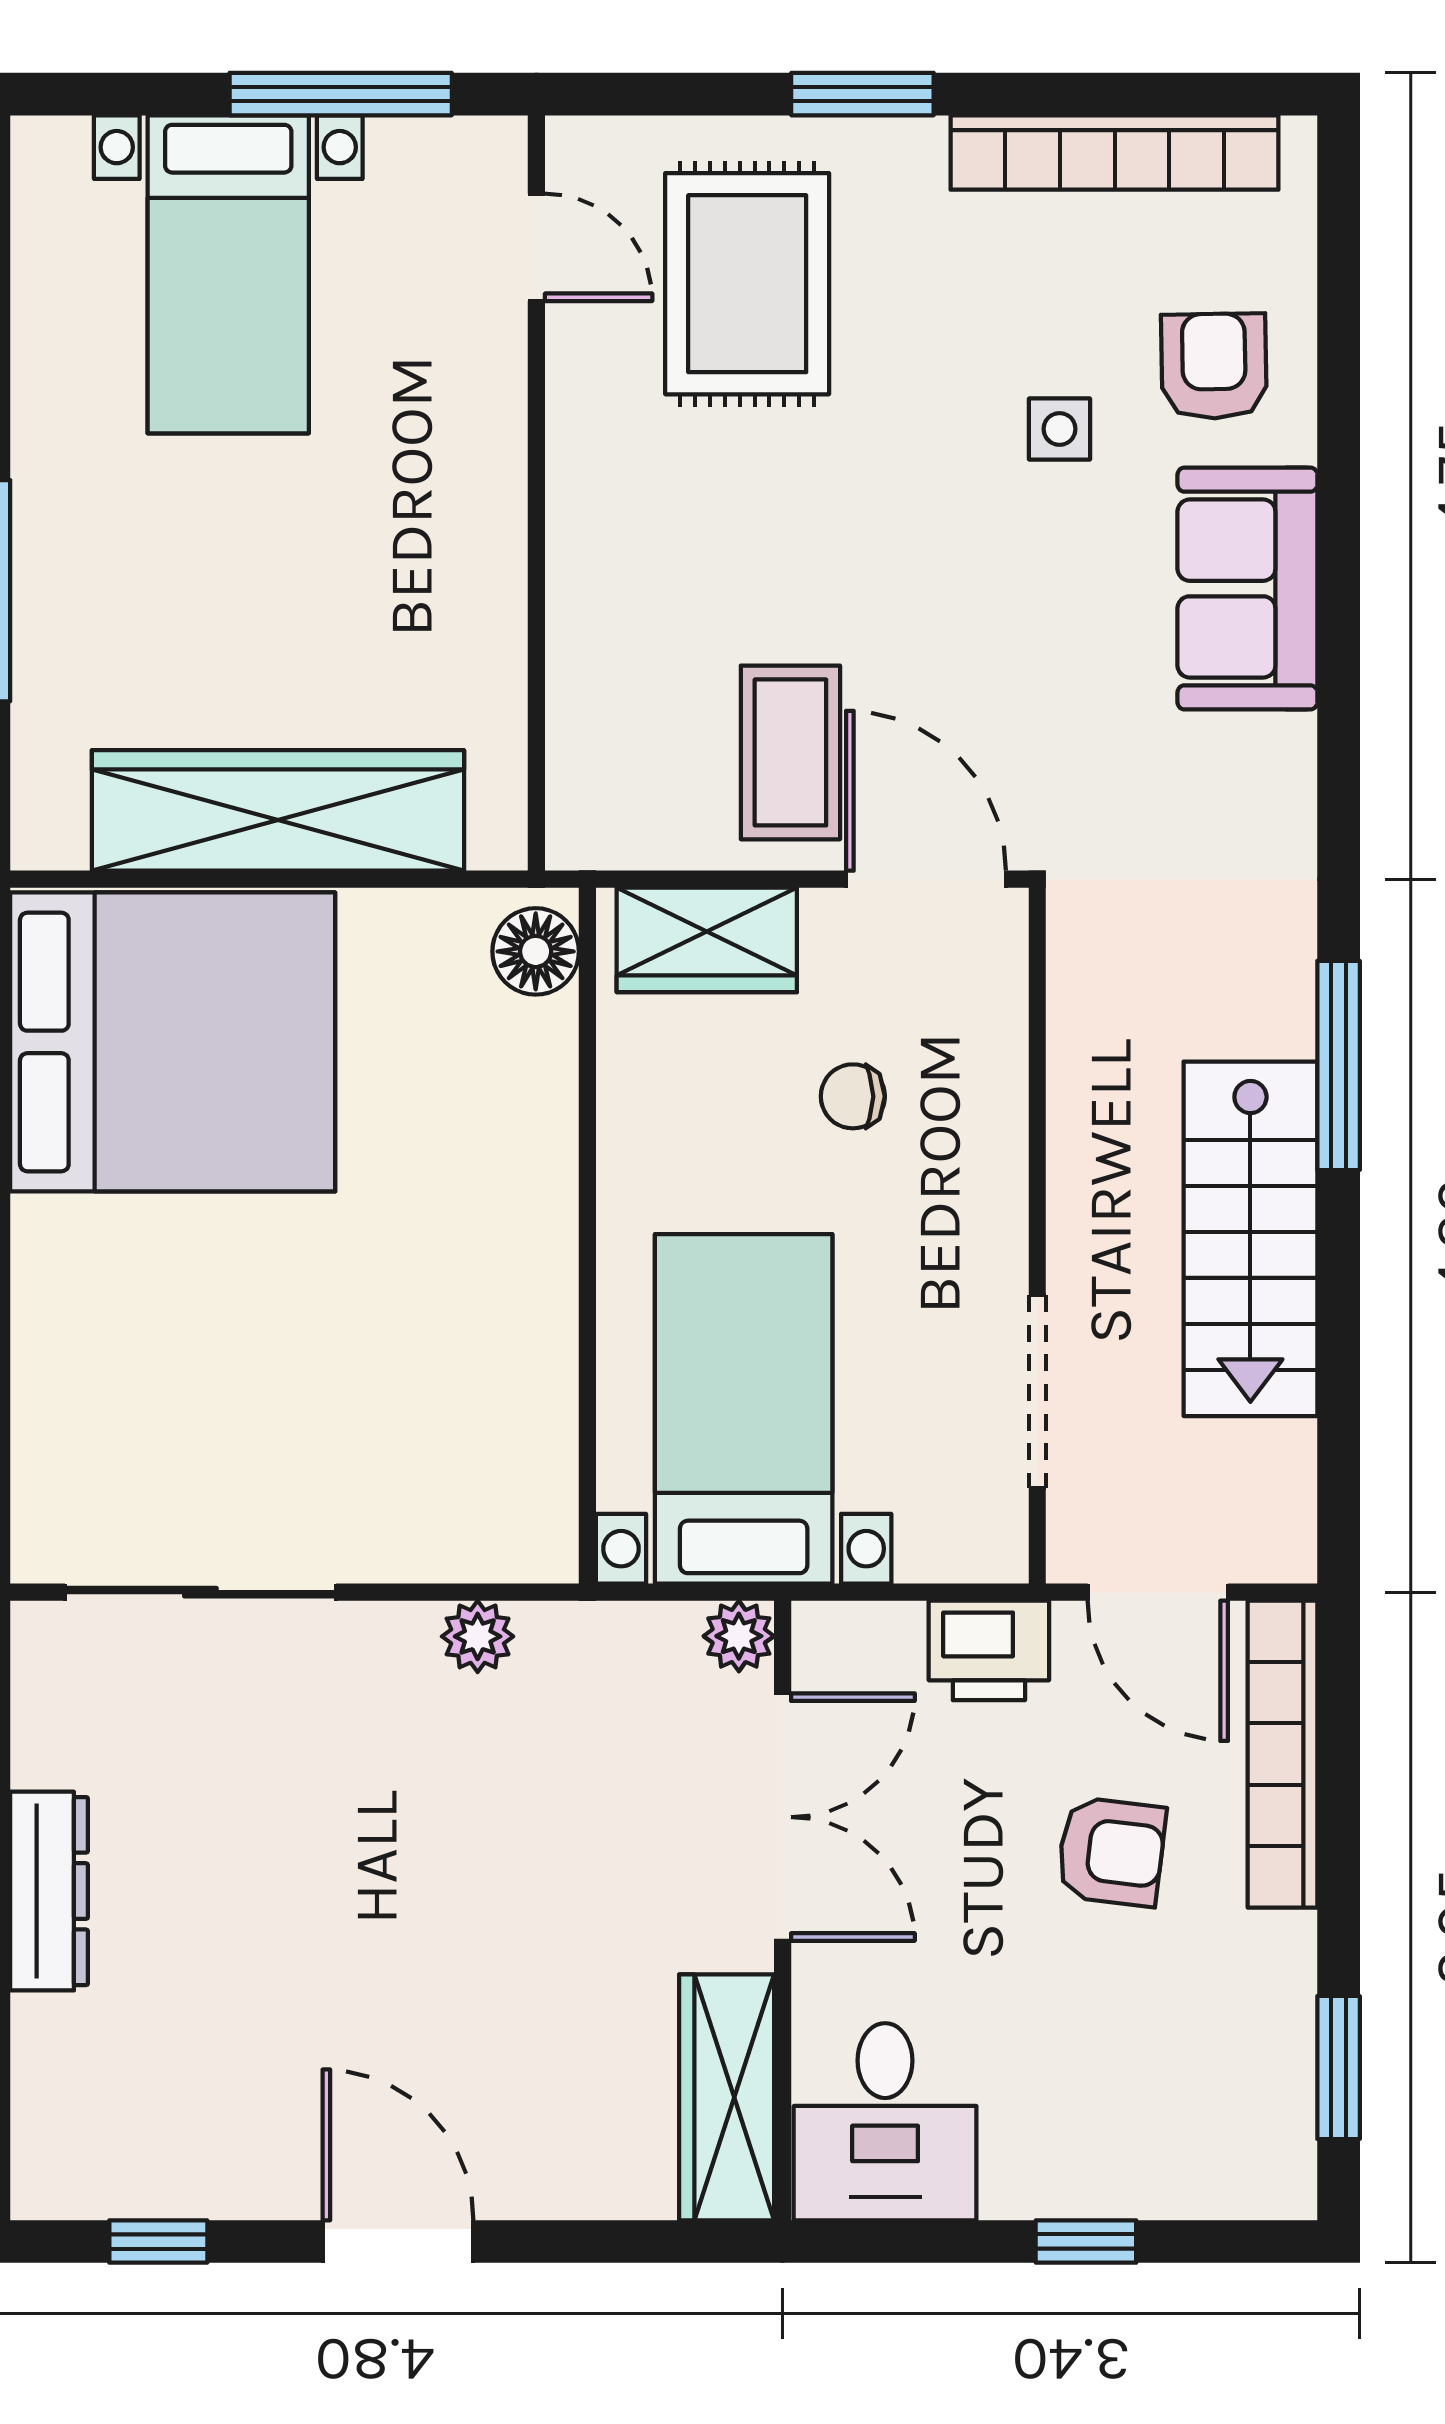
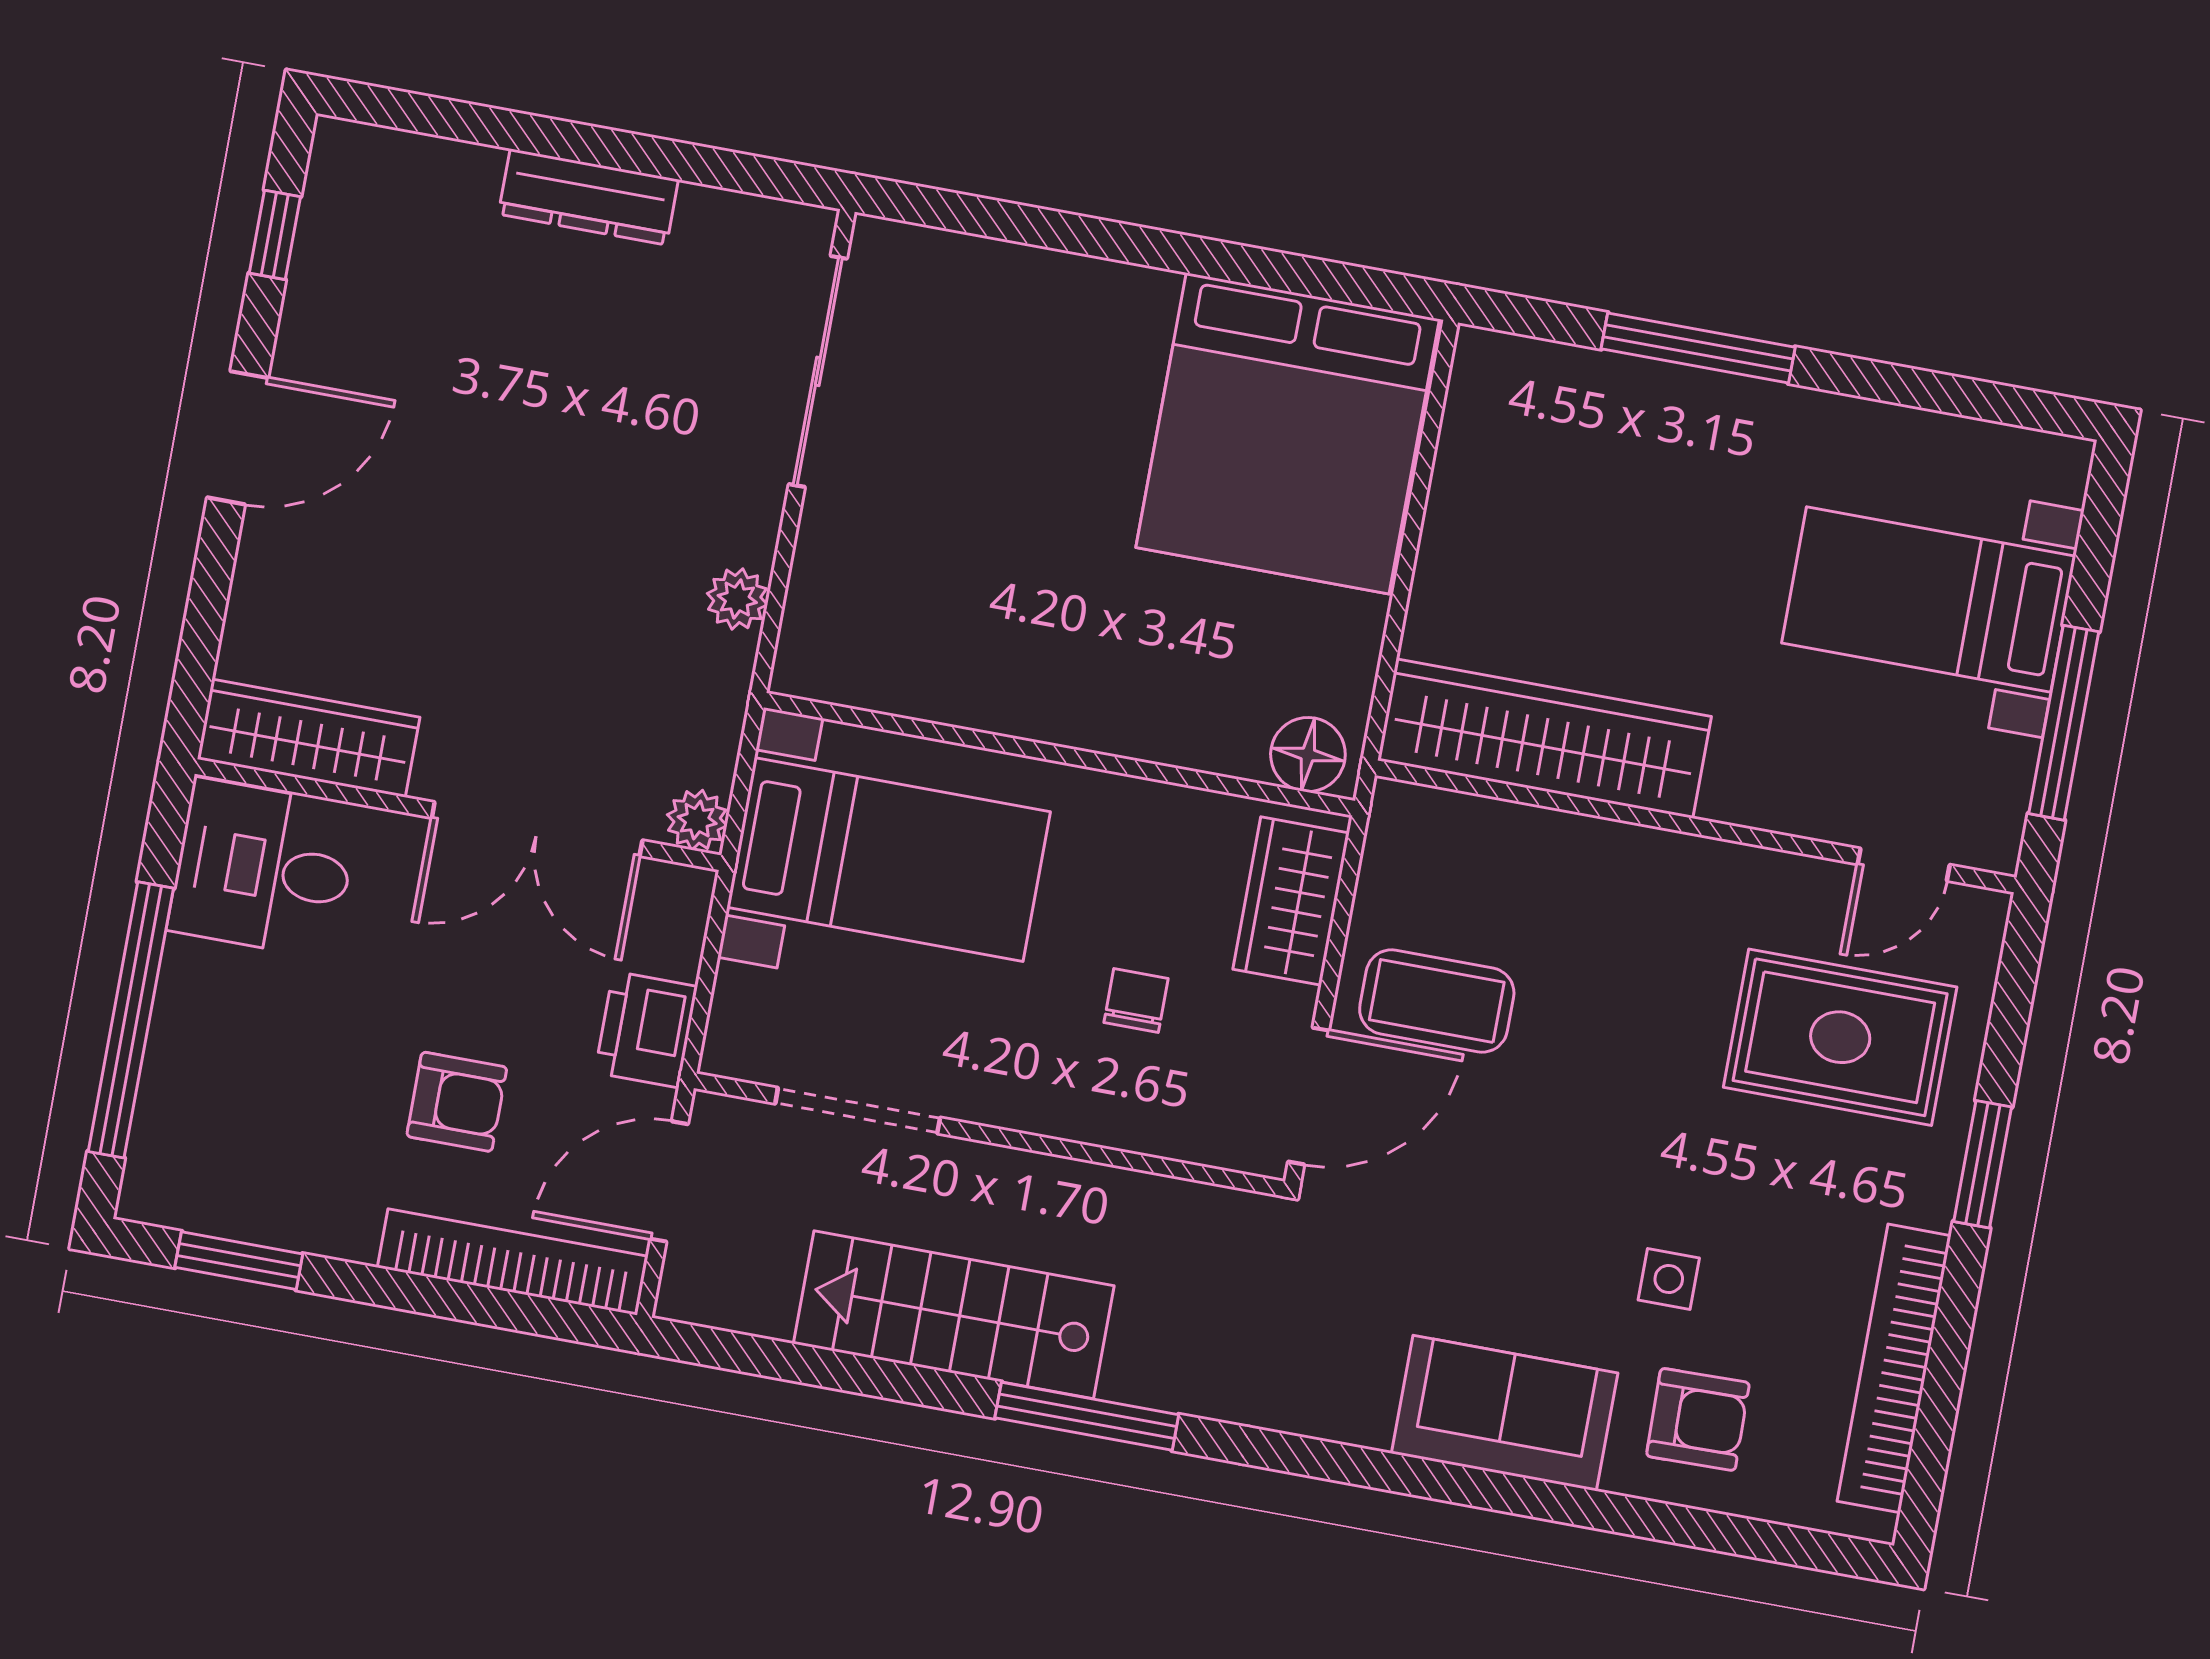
wardrobe: (278, 810) -> (1544, 738), moved, turned -90
armchair: (1111, 1852) -> (457, 1102), turned -97
window: (1086, 2241) -> (131, 1020), width x3.17

